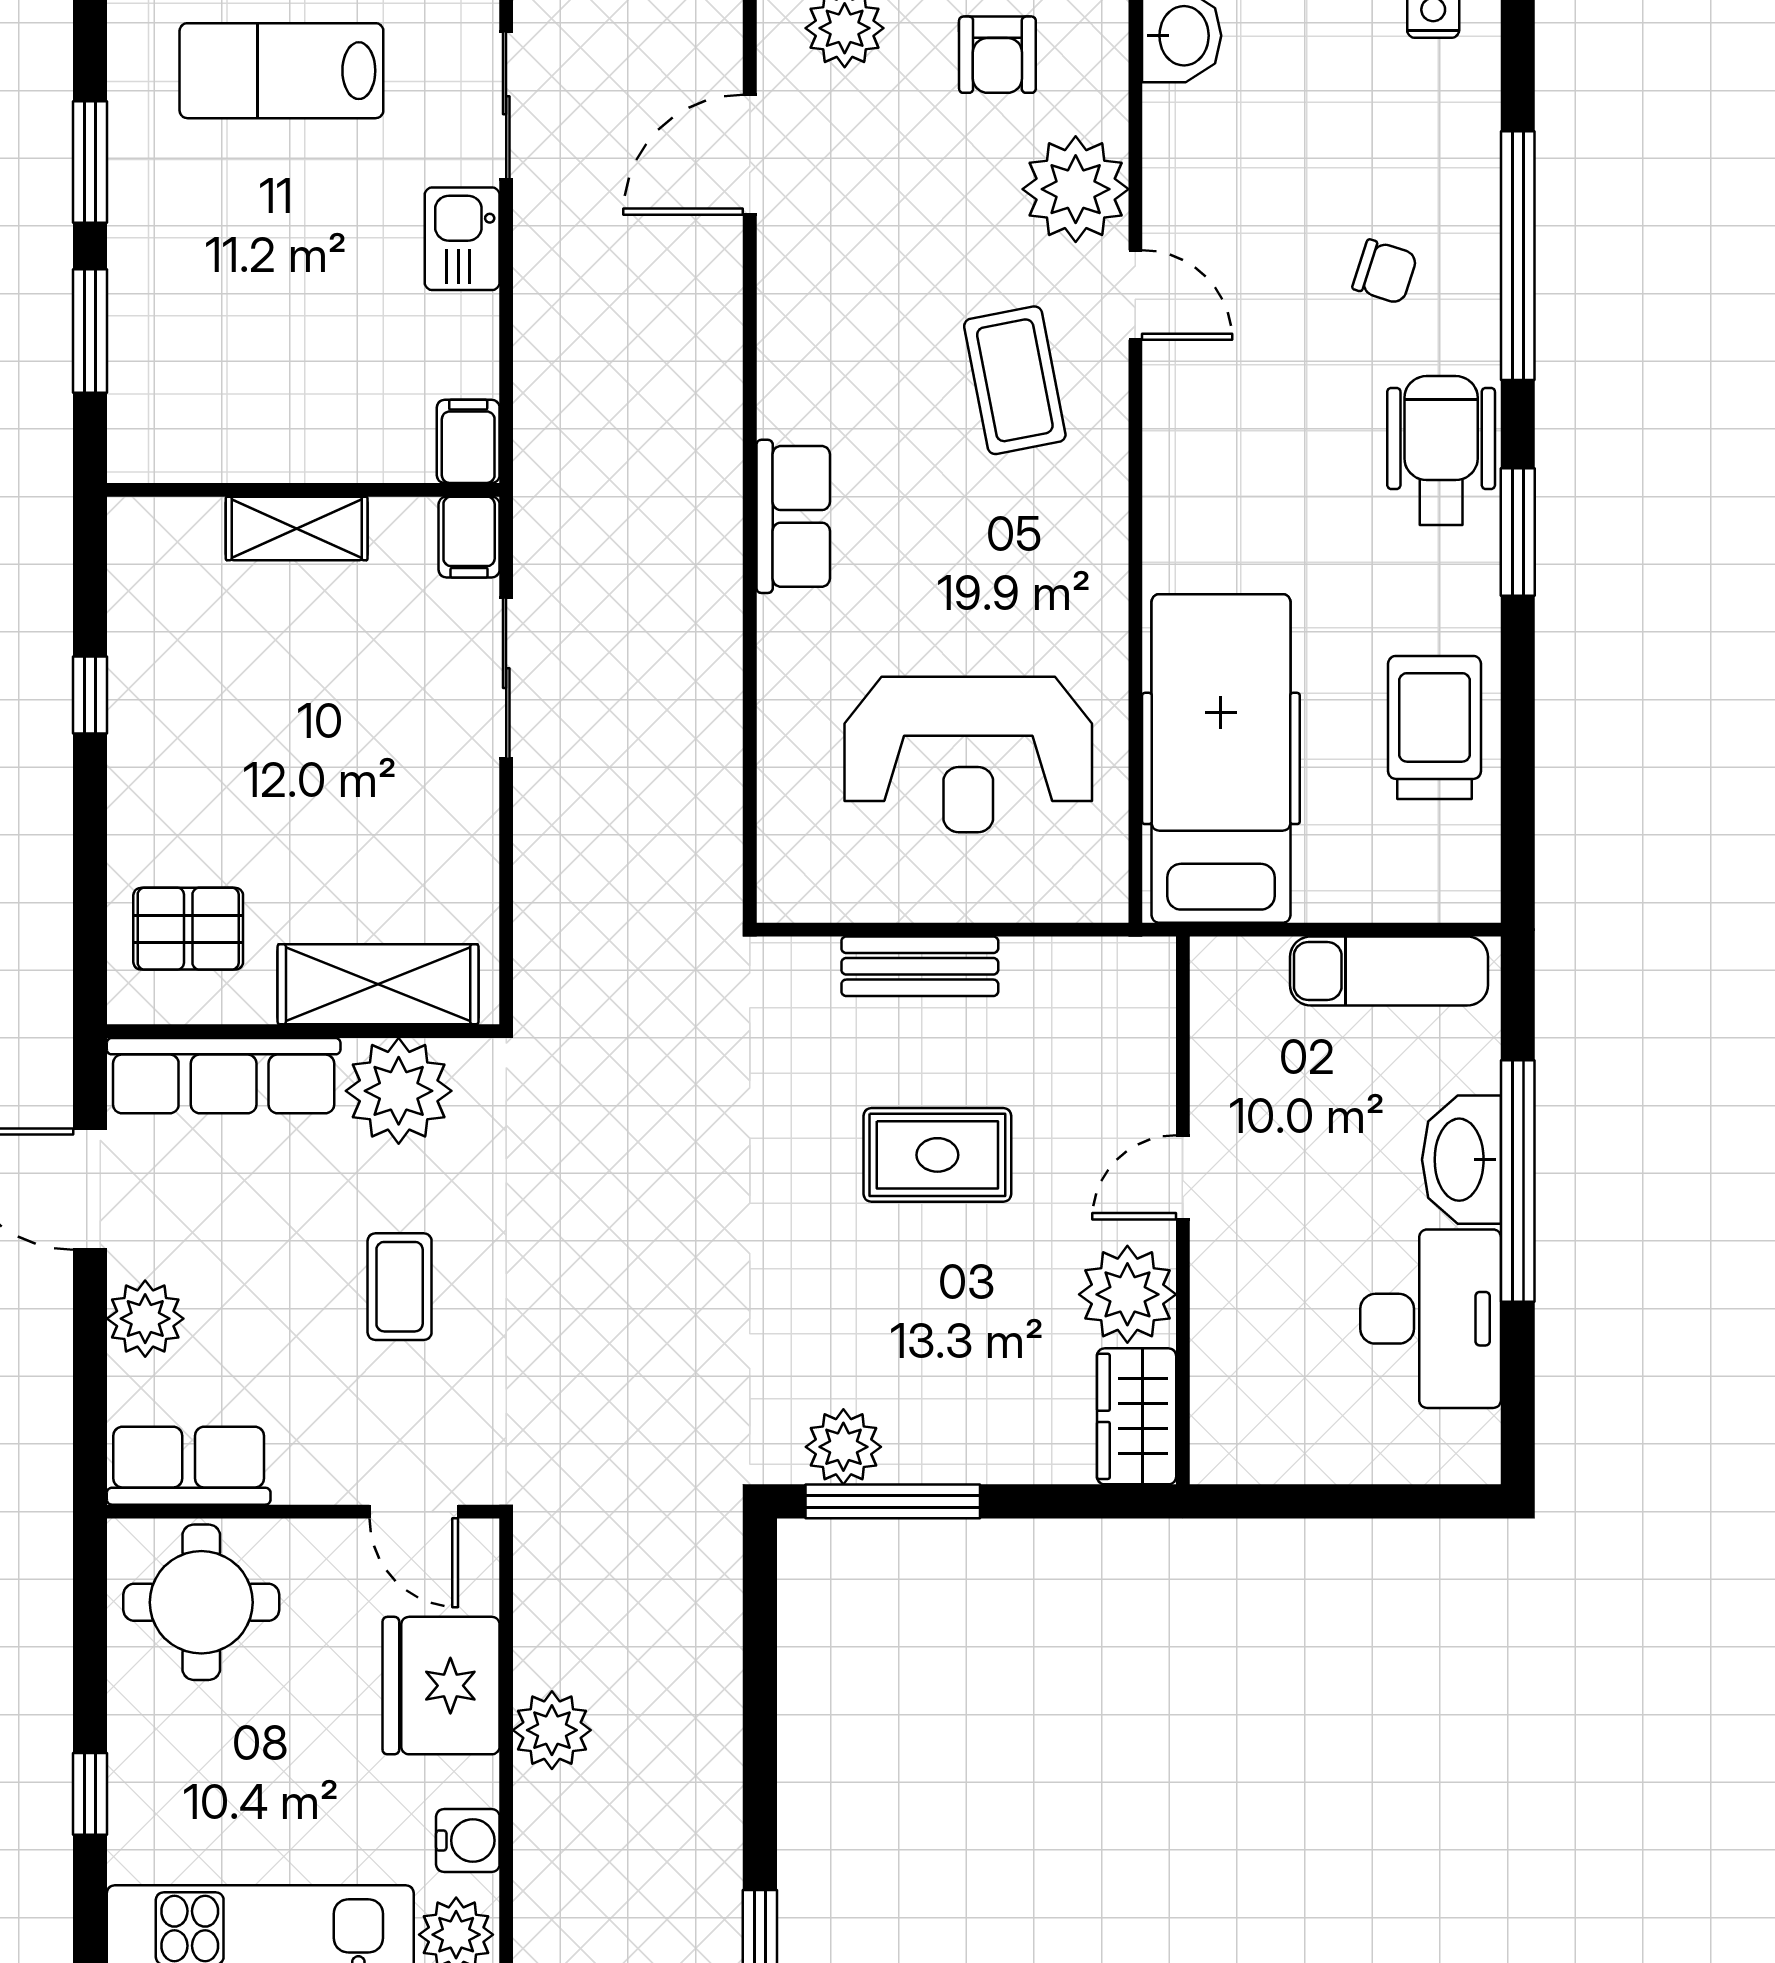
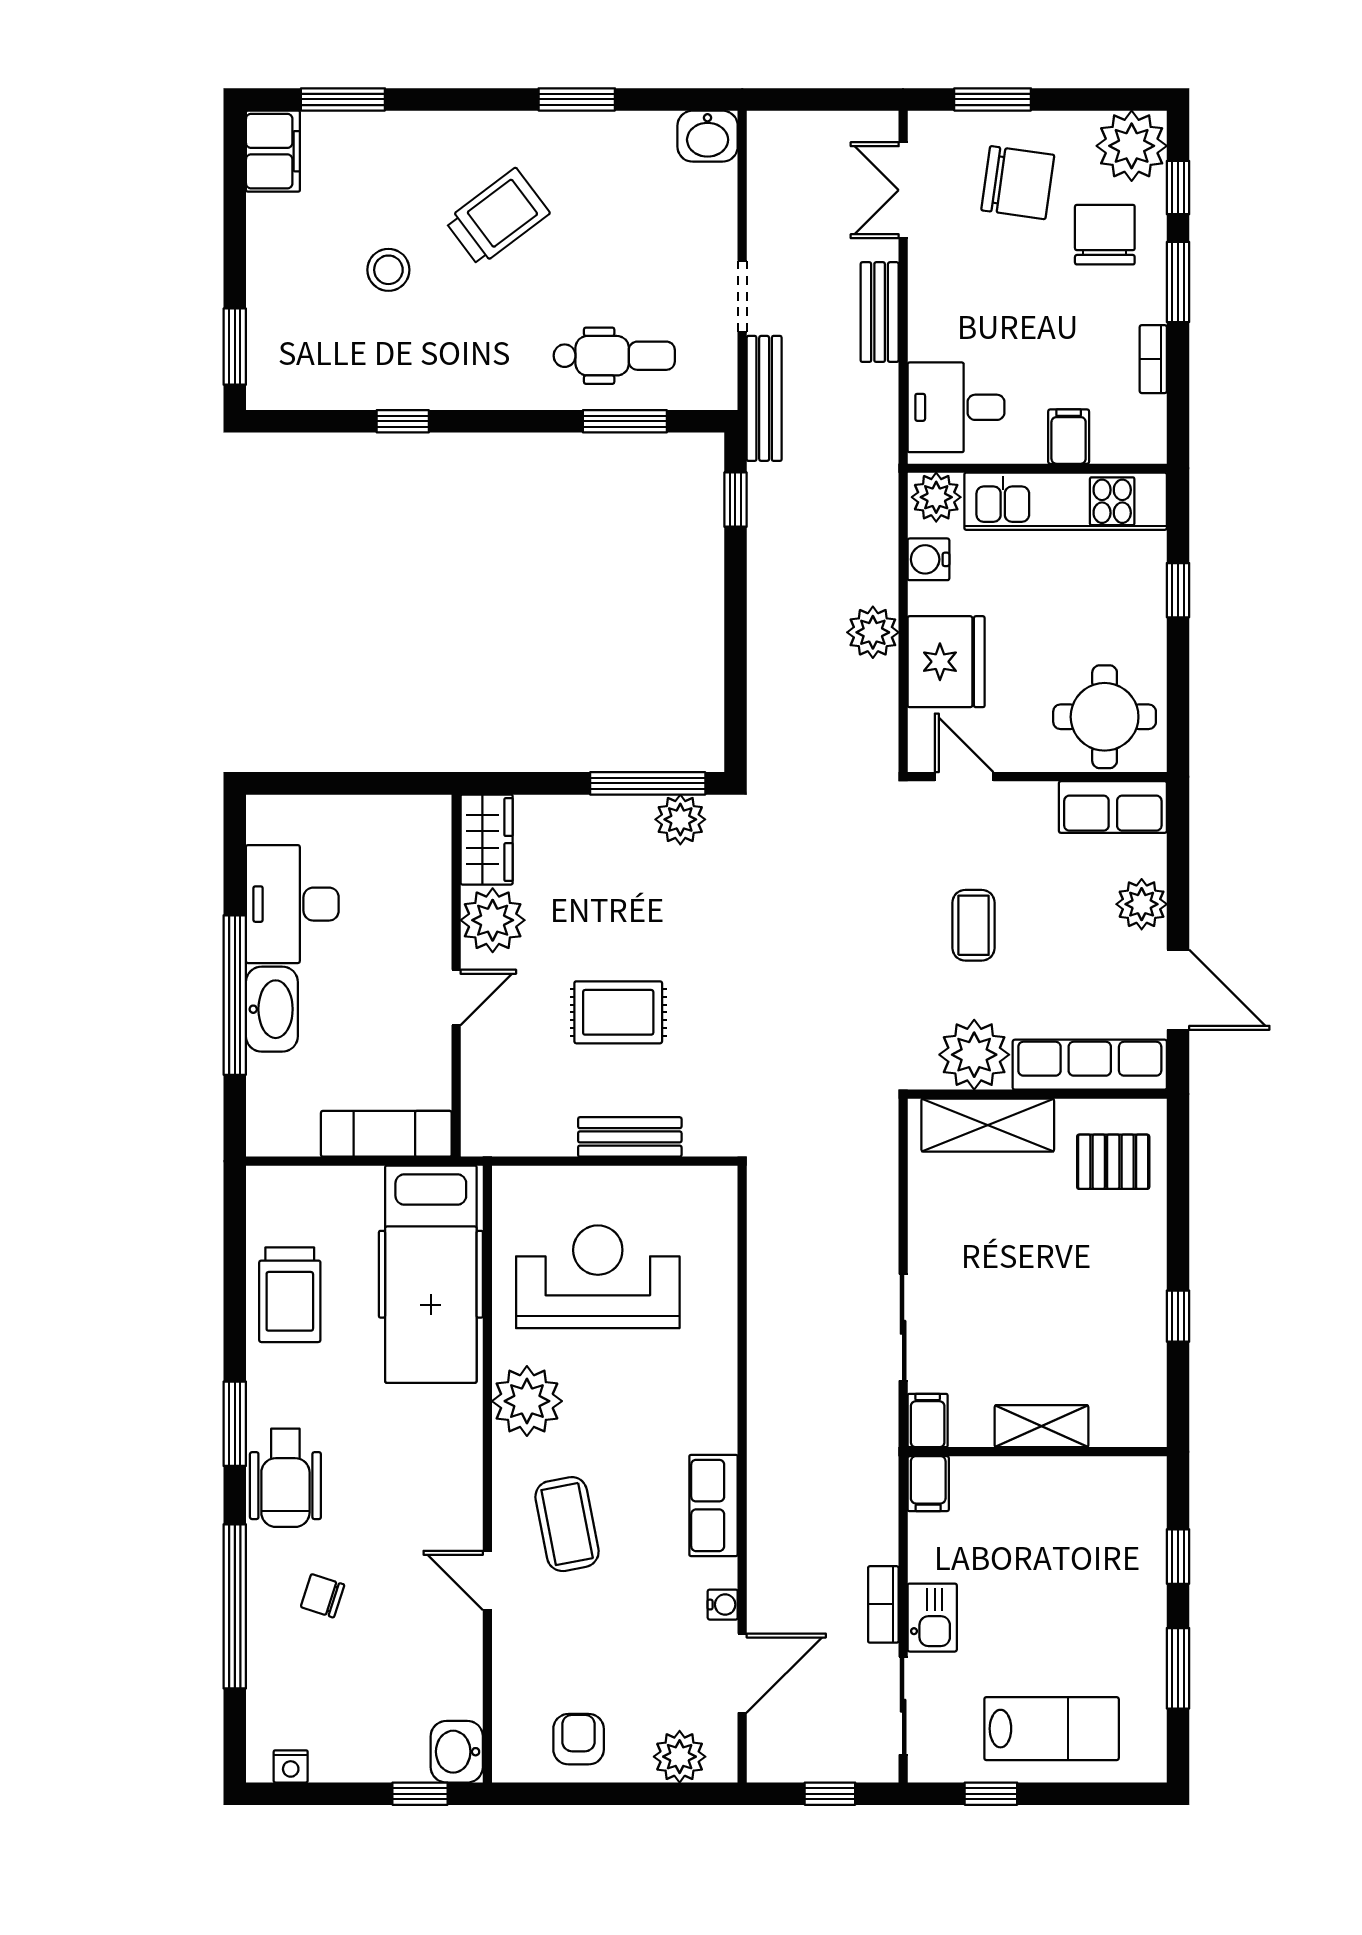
plant: (1076, 189) -> (527, 1401), moved
water cooler: (779, 258) -> (723, 1605), added
bookcase: (536, 259) -> (883, 1604), added
window: (90, 331) -> (1178, 1557), width x0.67
row of seats: (793, 516) -> (713, 1505), moved
exam couch: (1389, 971) -> (386, 1134), moved

